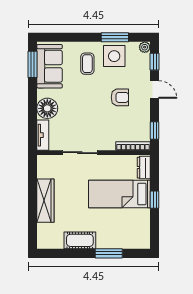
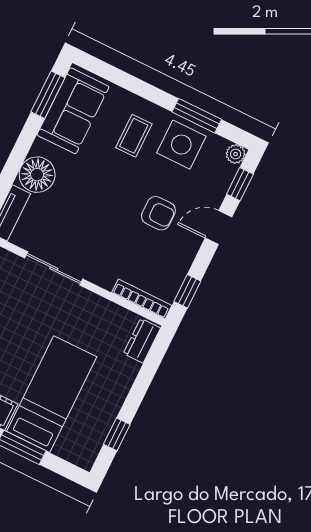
door: (155, 90) -> (219, 228), swing flipped
bed: (119, 194) -> (52, 394), moved, turned 90
window: (155, 200) -> (117, 434), moved

